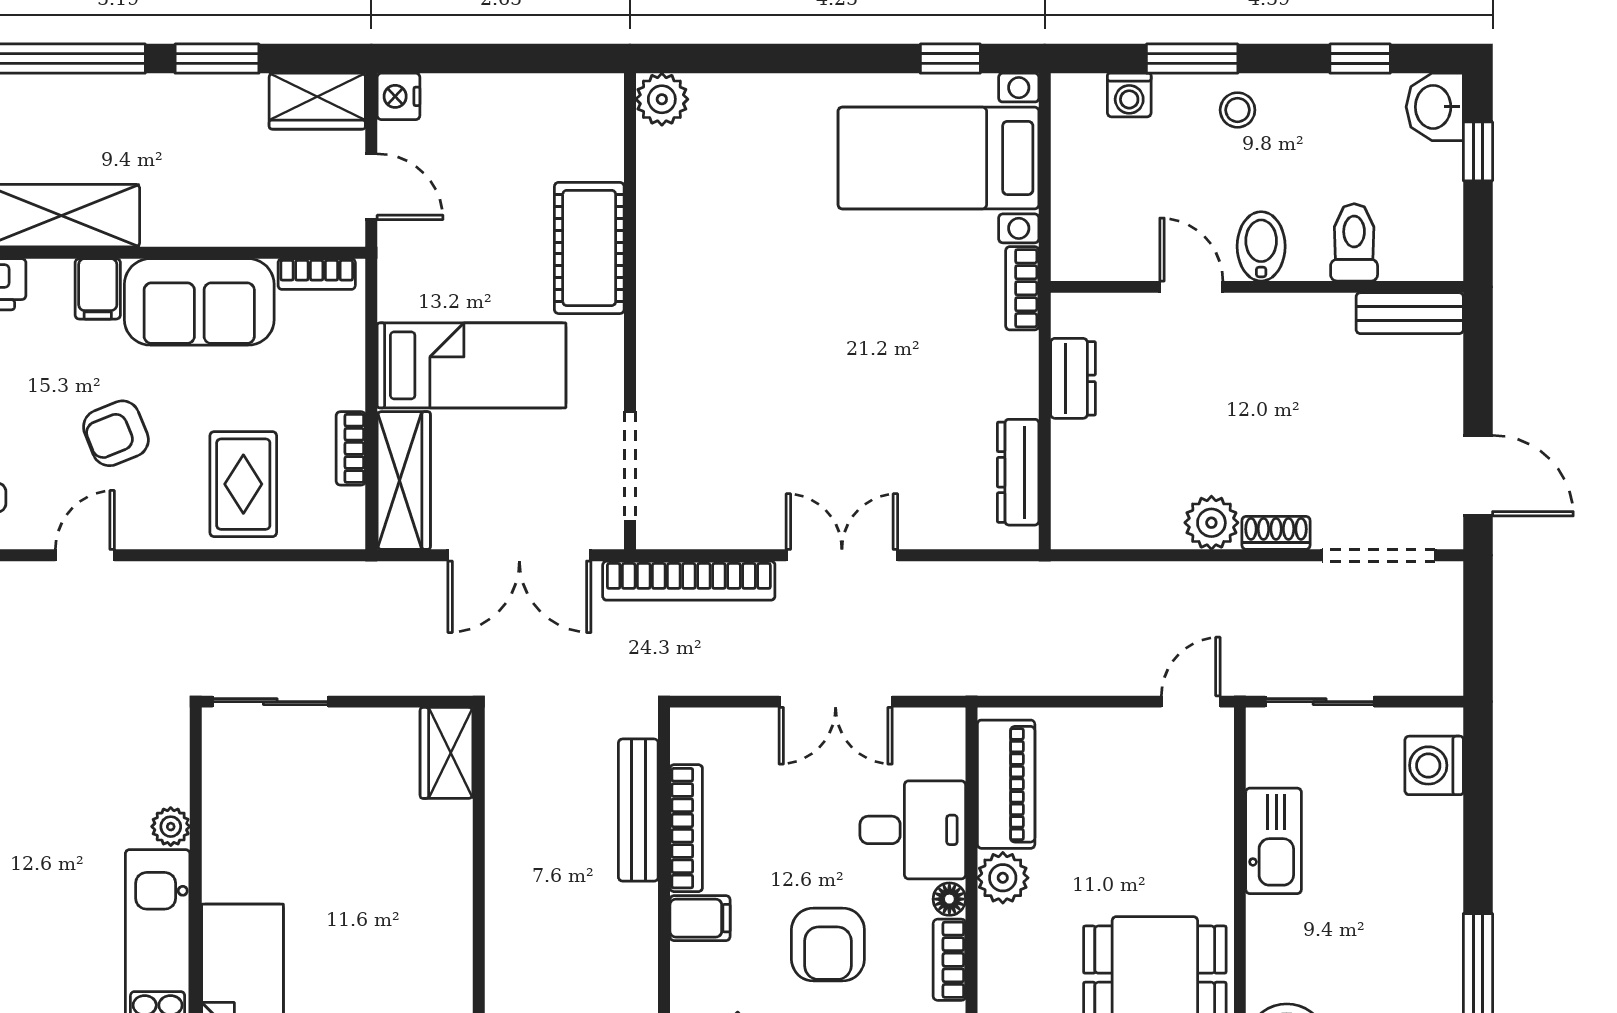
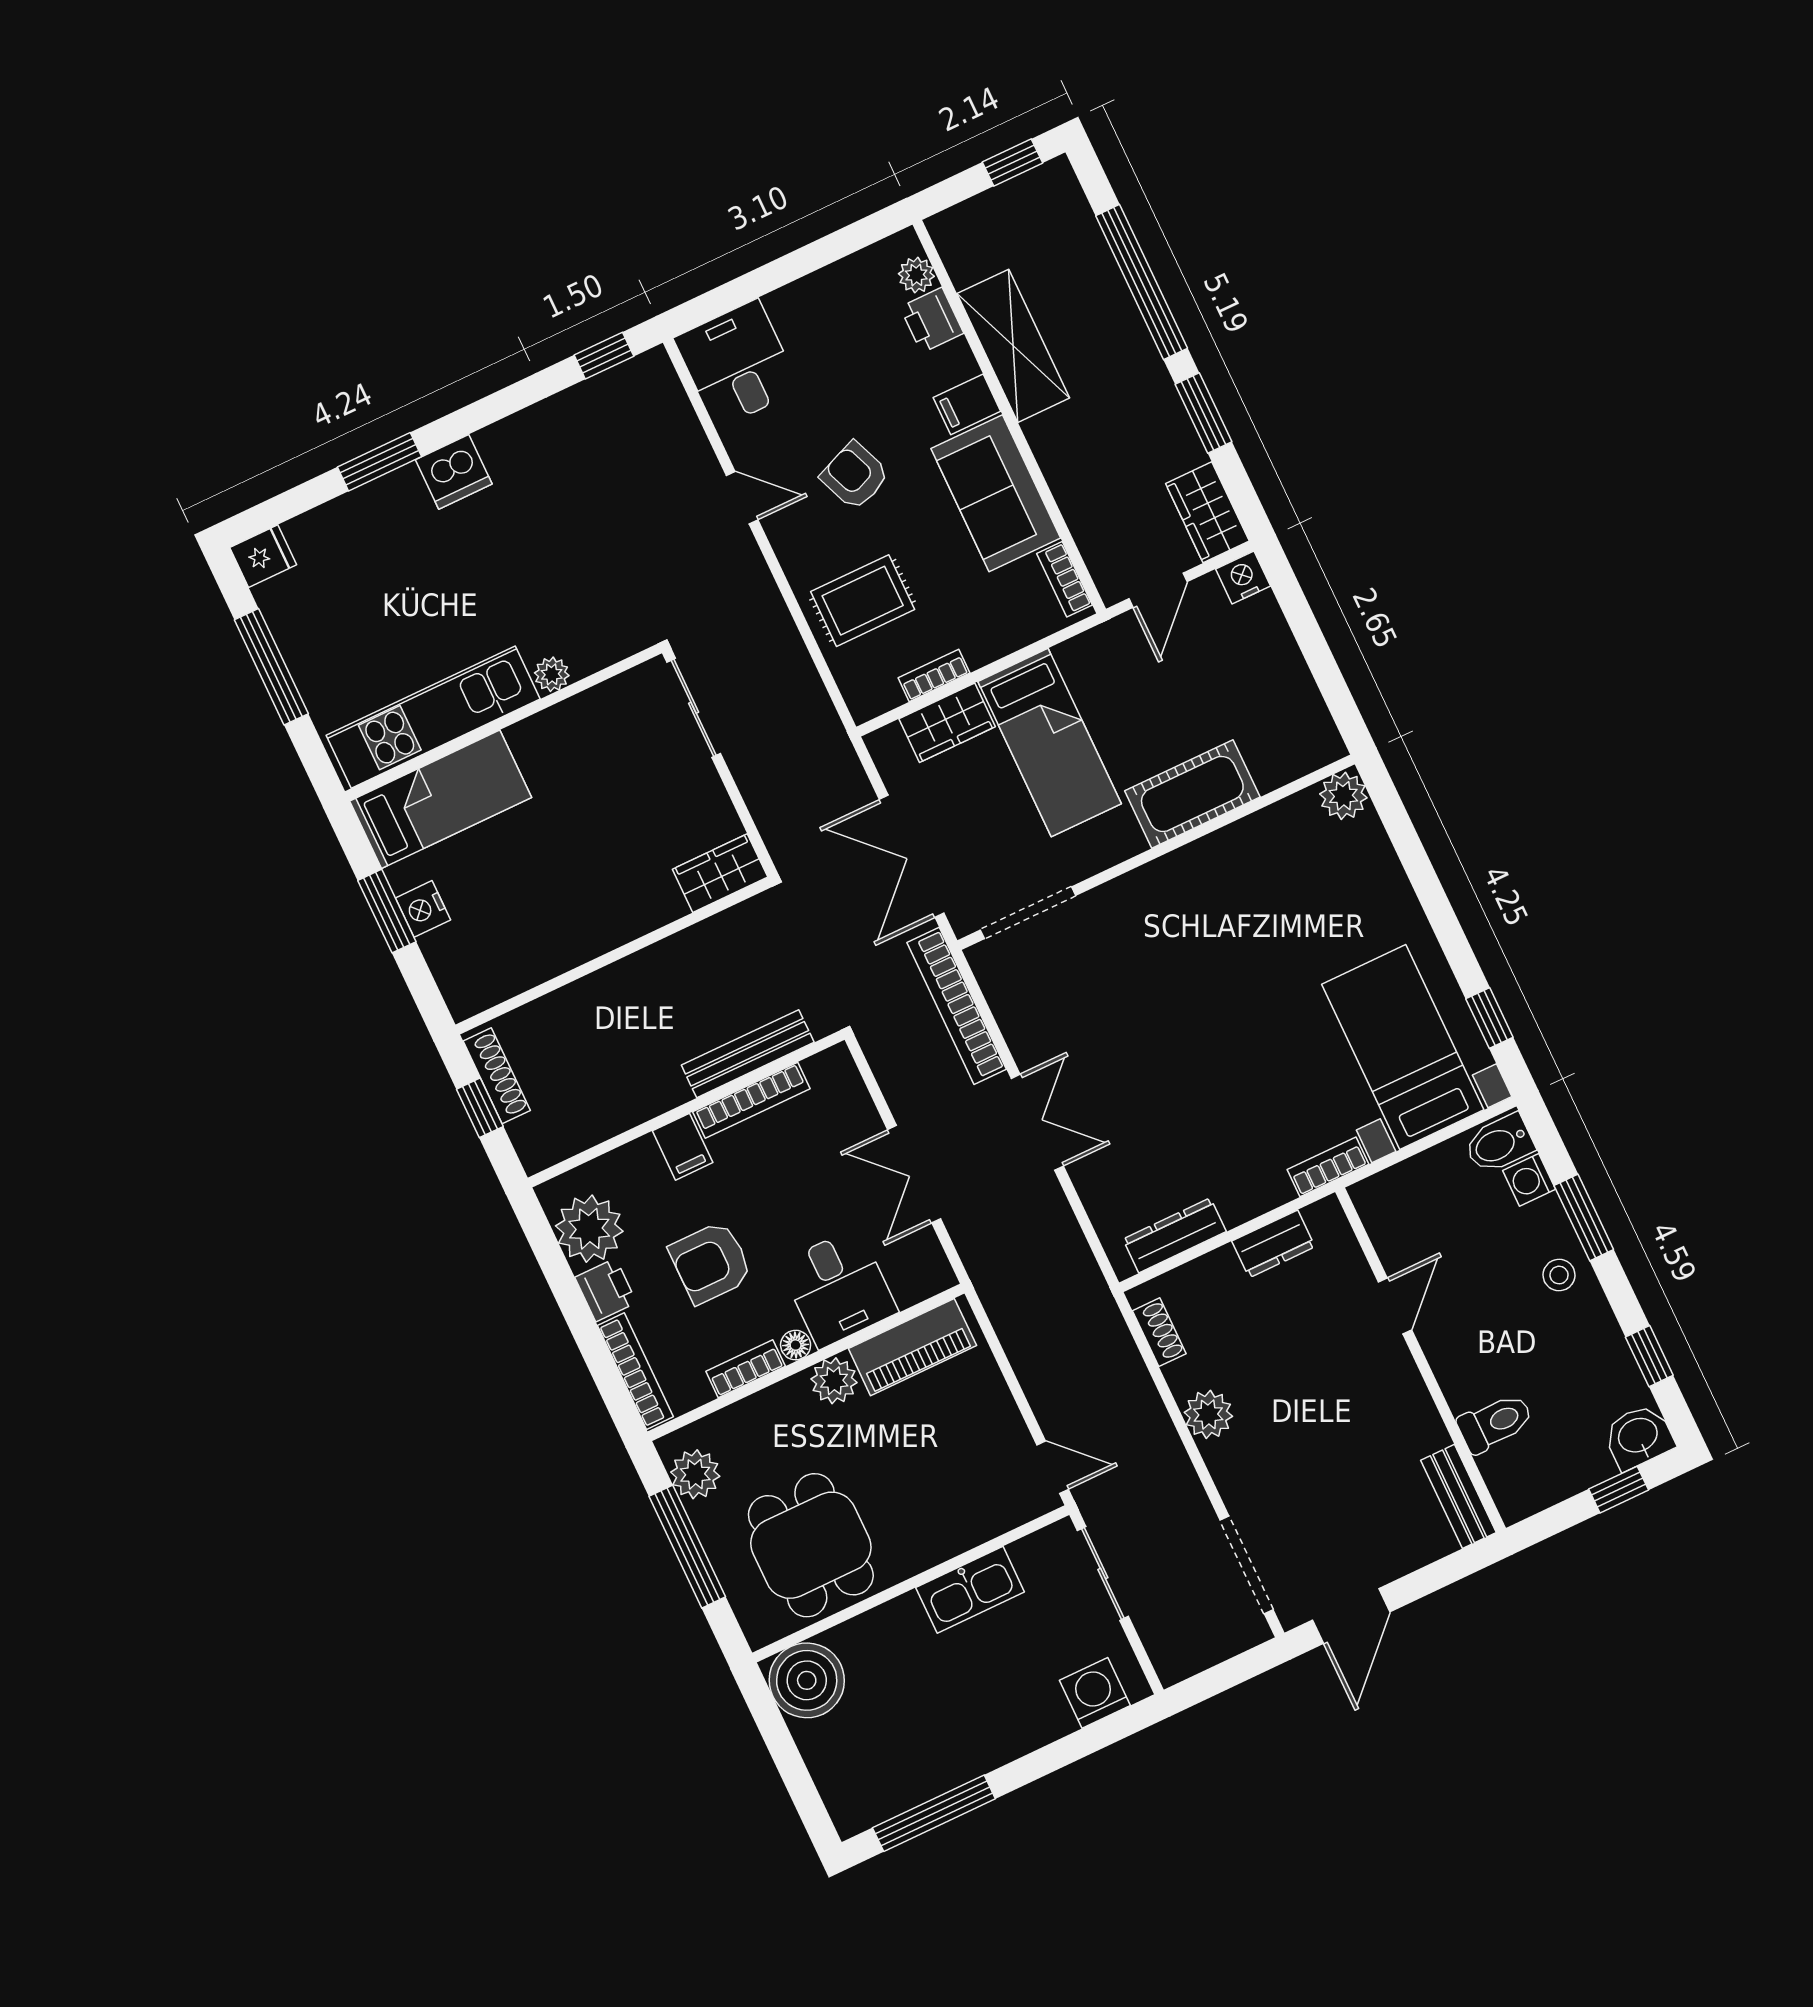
bidet: (1261, 246) -> (1499, 1144), moved, turned 180
wardrobe: (404, 481) -> (947, 723), width x0.67
shoe rack: (1276, 533) -> (1159, 1332), moved

